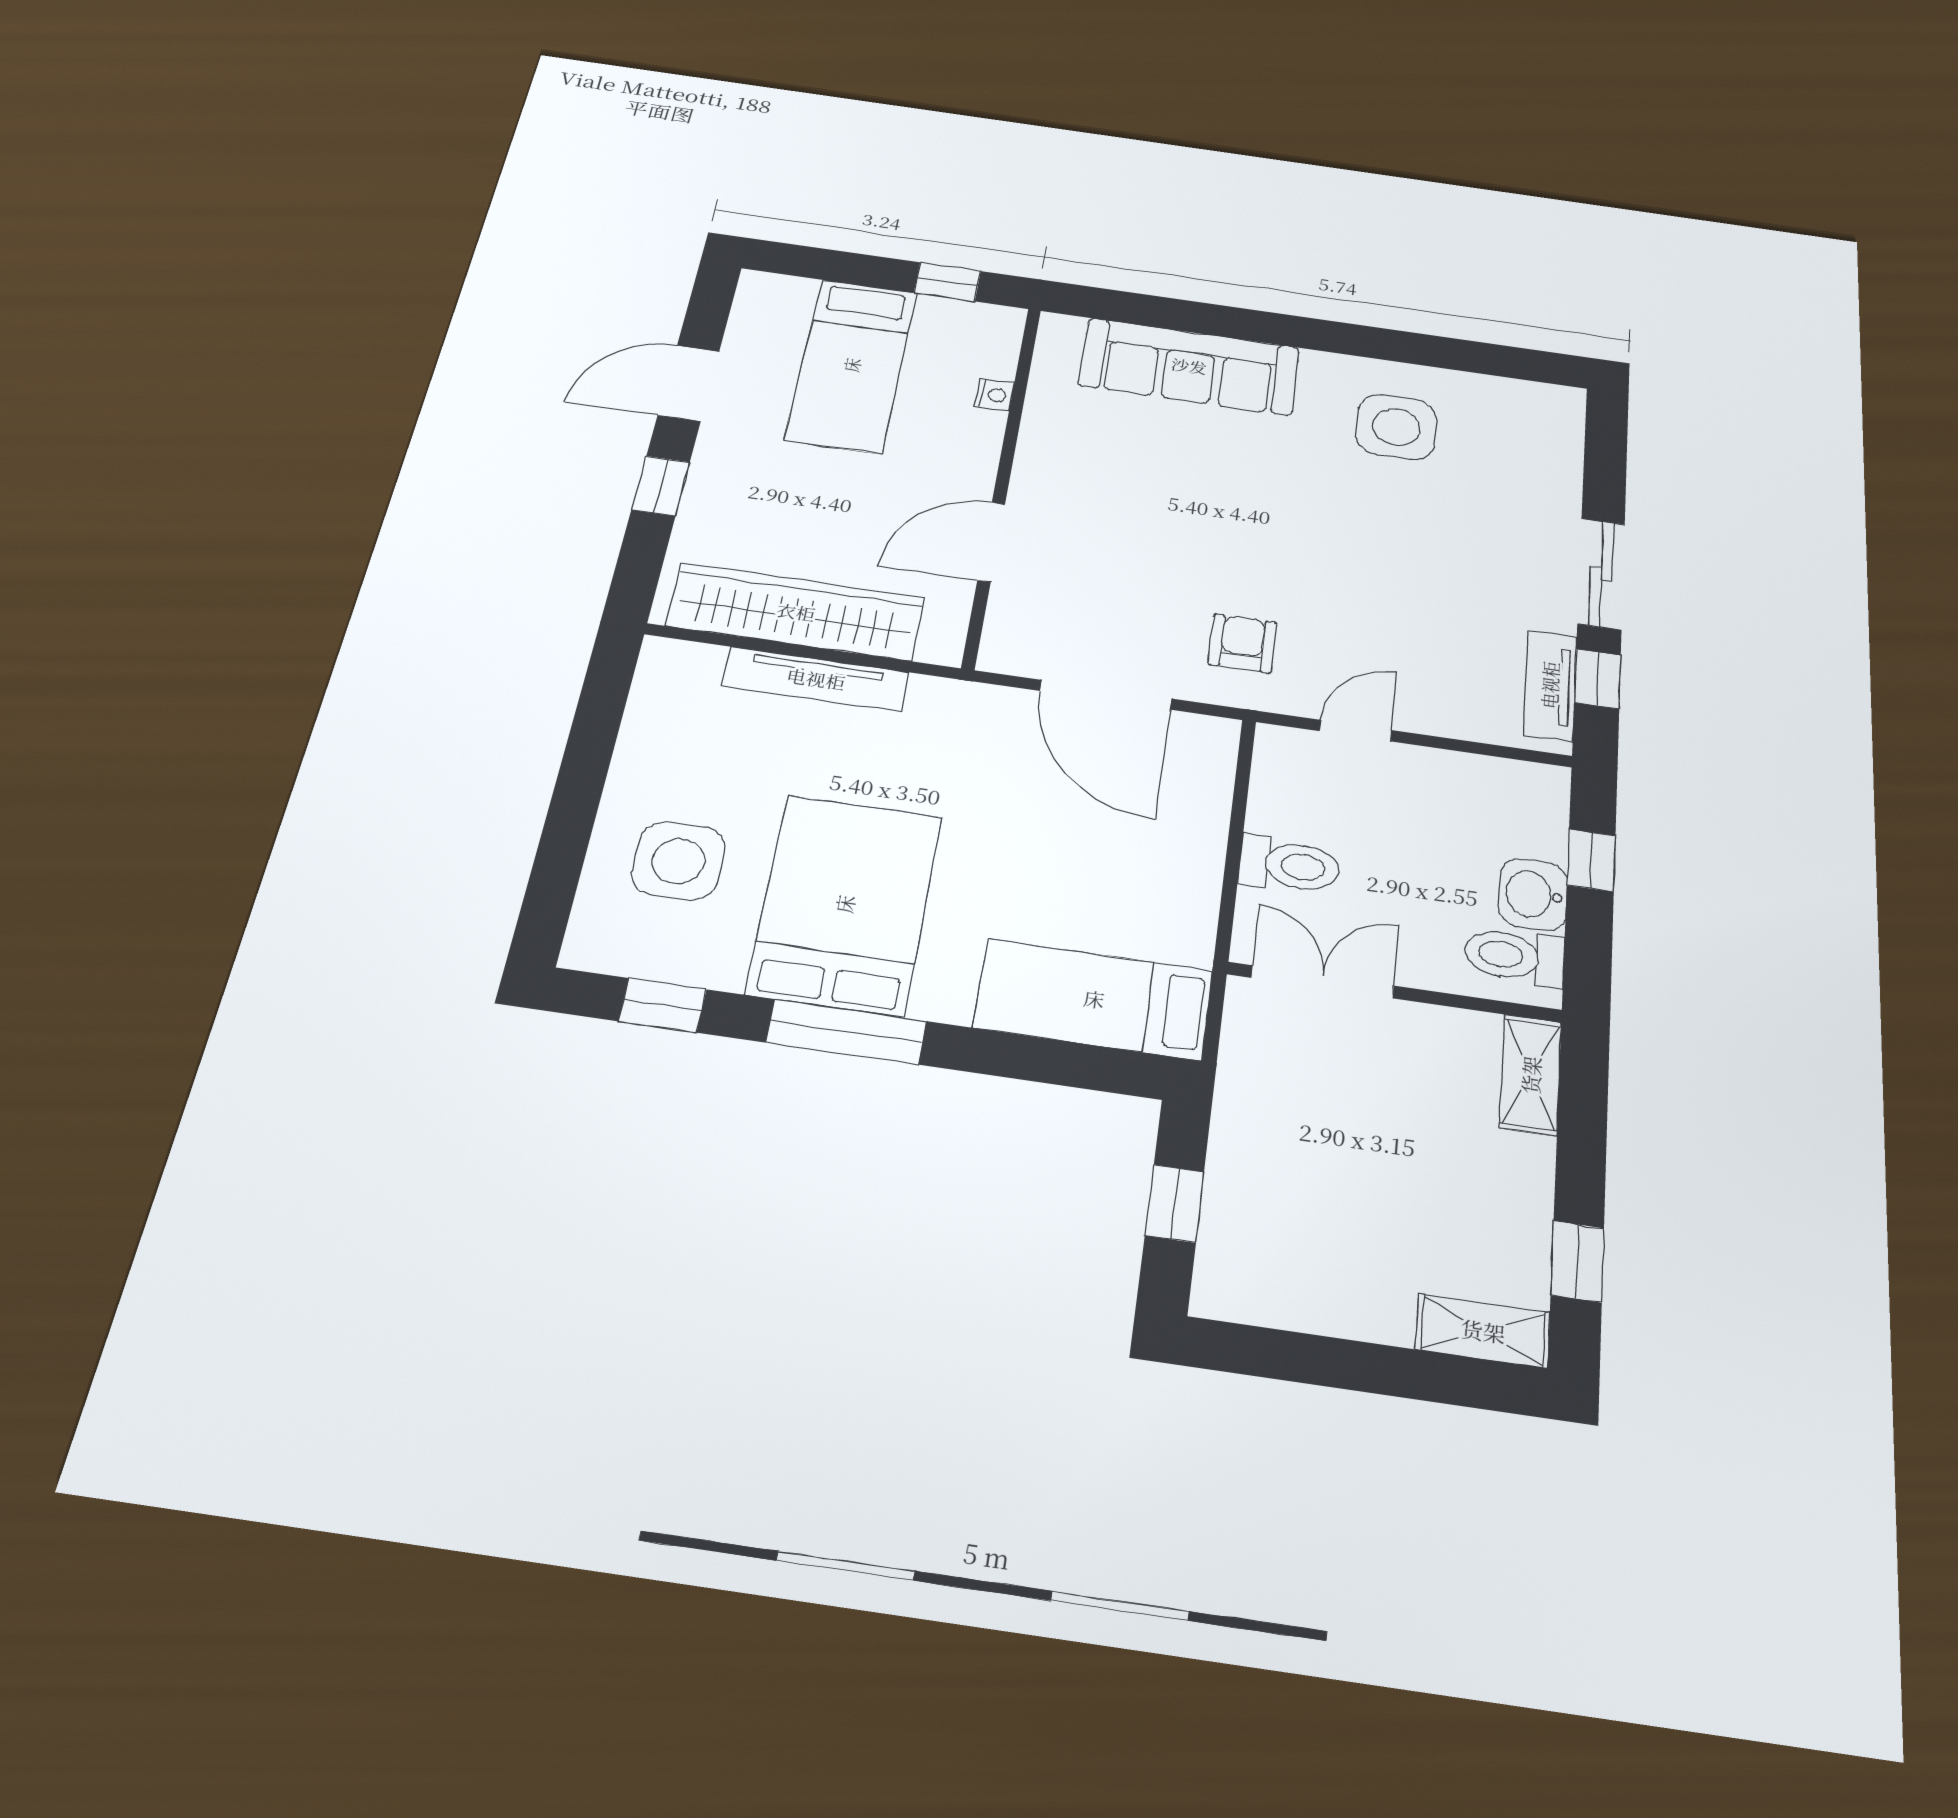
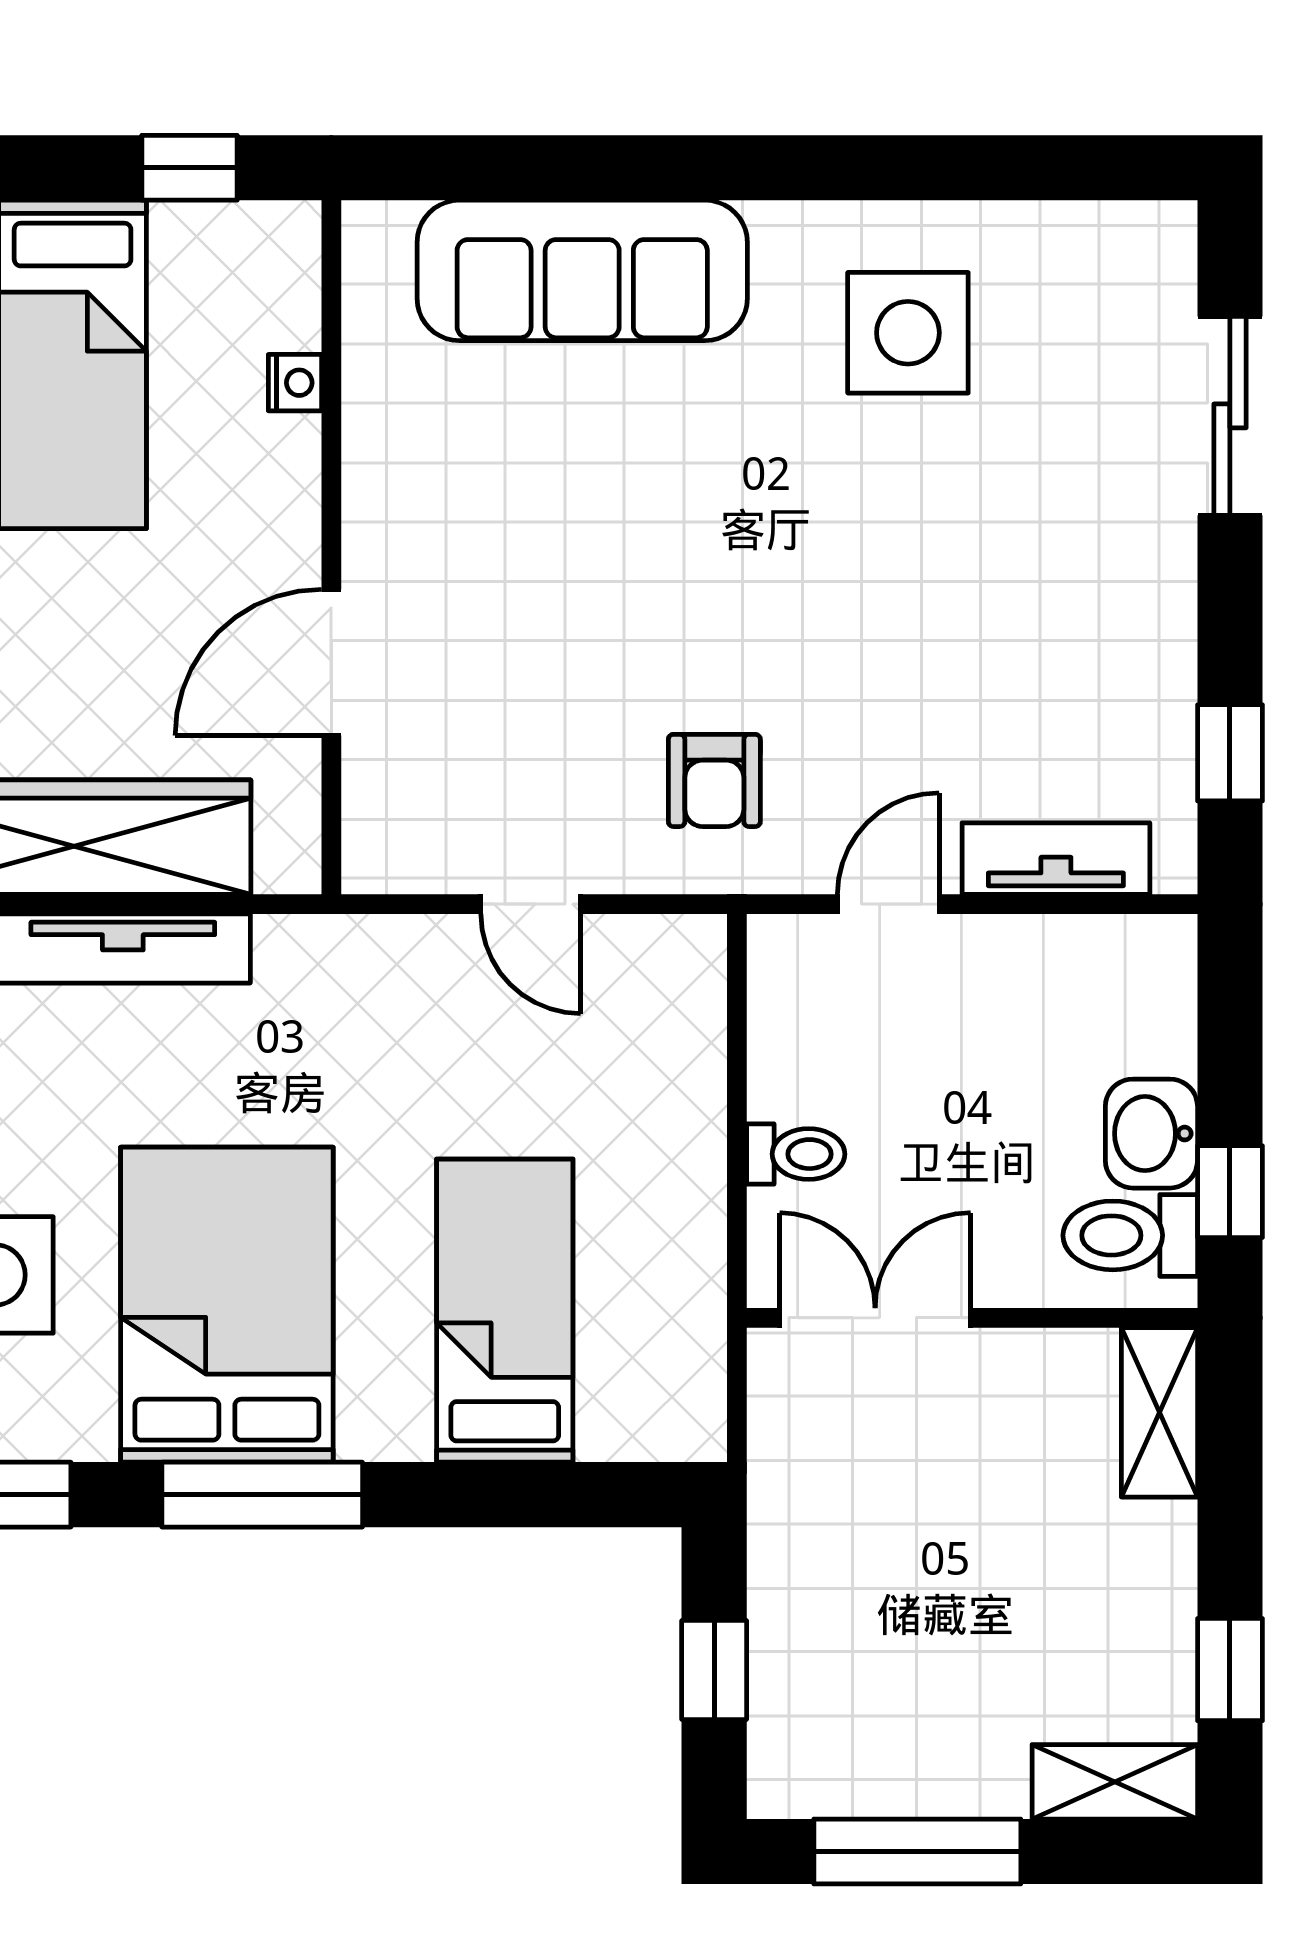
sliding door: (1601, 574) -> (1230, 416), moved
armchair: (1242, 643) -> (714, 780), turned 180
tv unit: (1550, 685) -> (1056, 859), moved, turned 90
door: (1106, 695) -> (531, 904), width x0.53
window: (1591, 860) -> (1230, 1192), moved
toilet: (1289, 865) -> (796, 1154), width x0.73, depth x0.72
bed: (1094, 999) -> (505, 1311), moved, turned 90
window: (1322, 1361) -> (917, 1852), added

